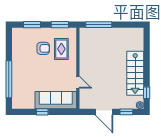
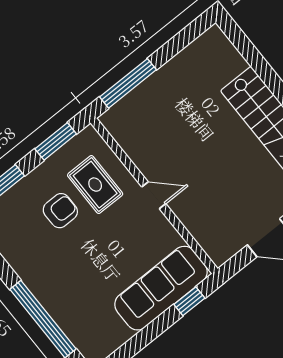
door: (78, 82) -> (154, 195), moved
window: (42, 112) -> (189, 301), moved

